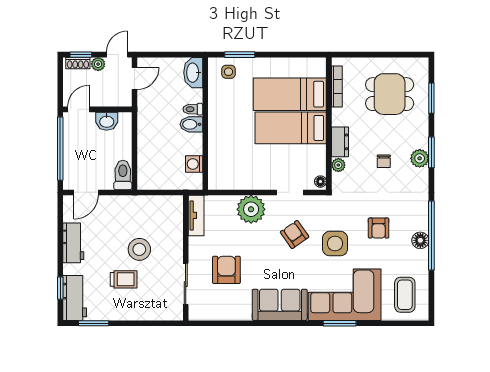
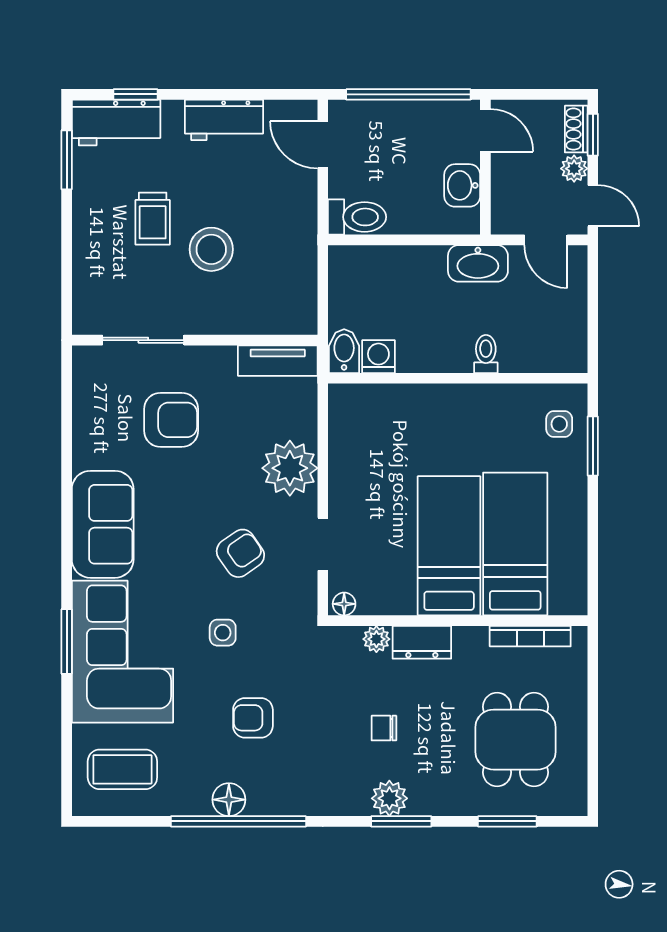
washbasin: (193, 73) -> (478, 263), moved, turned 180
bidet: (191, 124) -> (344, 351), moved
side table: (335, 244) -> (223, 633), width x0.54, depth x0.54

